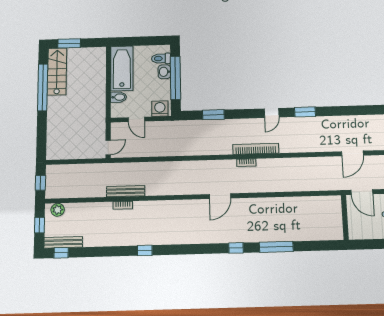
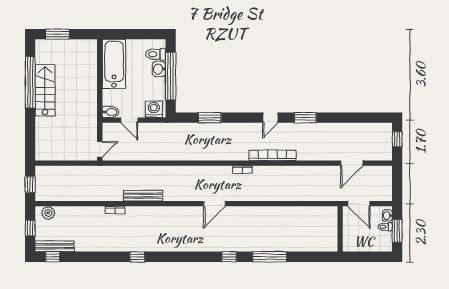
stairs: (57, 72) -> (45, 90), moved
bidet: (119, 97) -> (111, 112), moved
bookcase: (256, 149) -> (273, 155), moved
bench: (126, 191) -> (143, 196), moved

